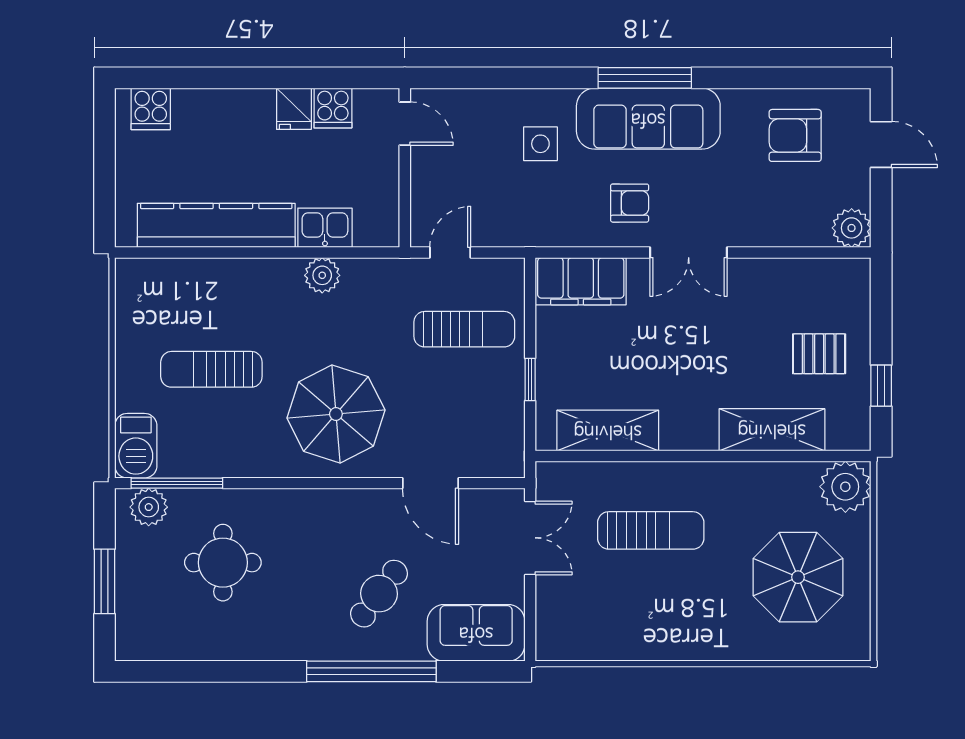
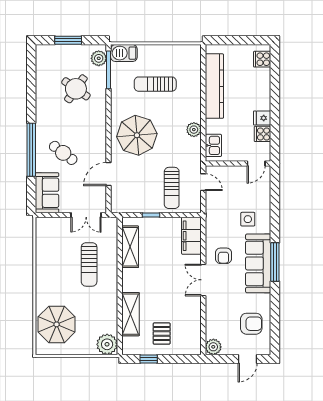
armchair: (795, 135) -> (251, 324), turned 90
kitchen sink: (325, 228) -> (213, 145), moved
sun lounger: (211, 369) -> (155, 84), turned -90
round table: (223, 563) -> (76, 89), turned 35
parasol: (798, 577) -> (57, 324), moved

